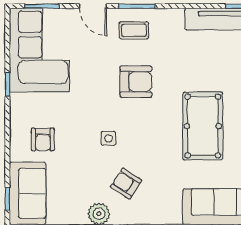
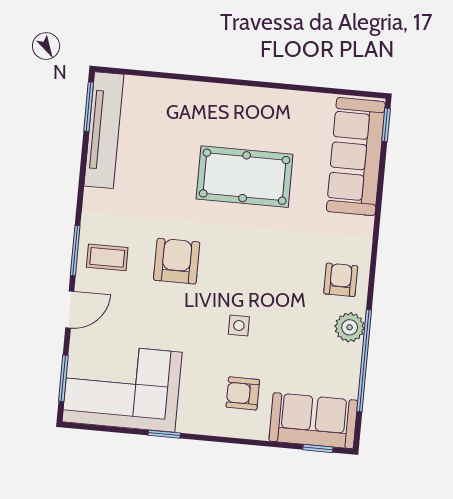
coffee table: (134, 30) -> (107, 257), turned 90
side table: (108, 138) -> (239, 326), moved
armchair: (43, 140) -> (243, 393), turned 180
armchair: (126, 184) -> (341, 280), moved, turned 147

